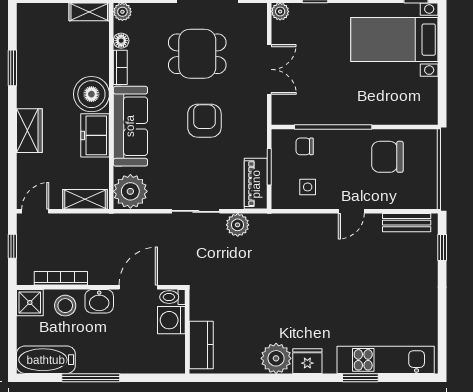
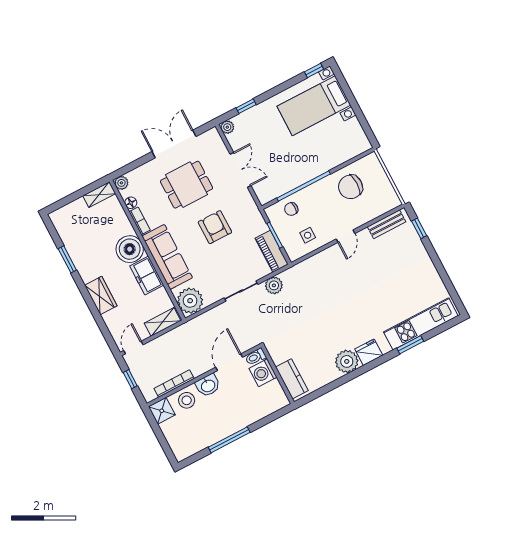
bathtub: (46, 360) -> (193, 443), removed

